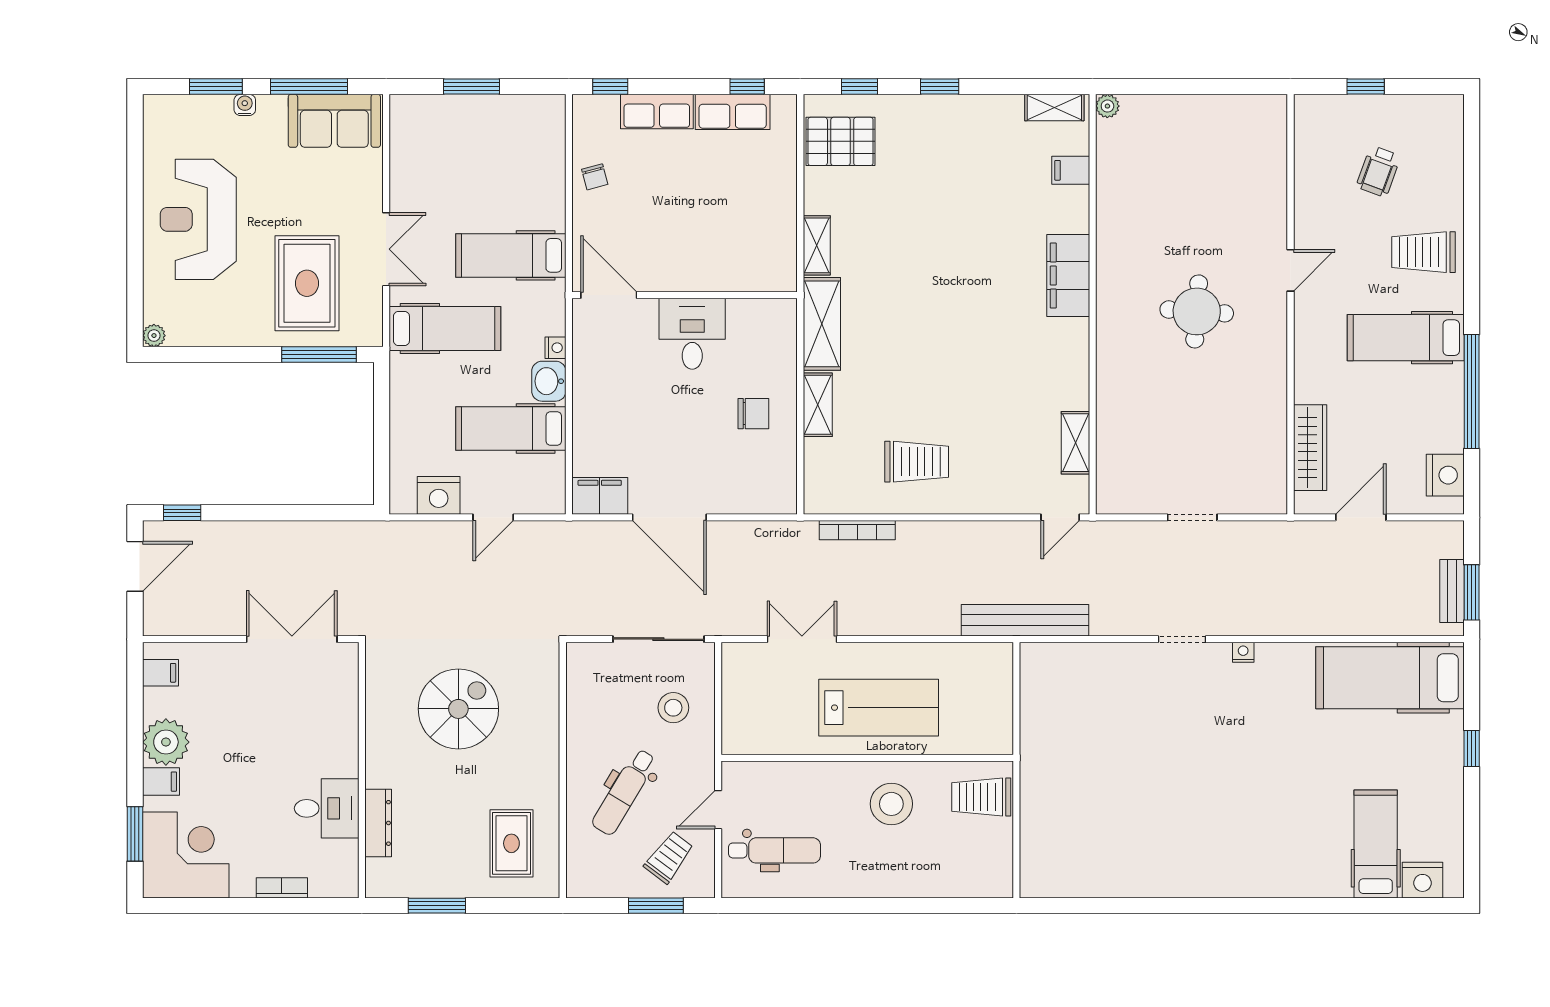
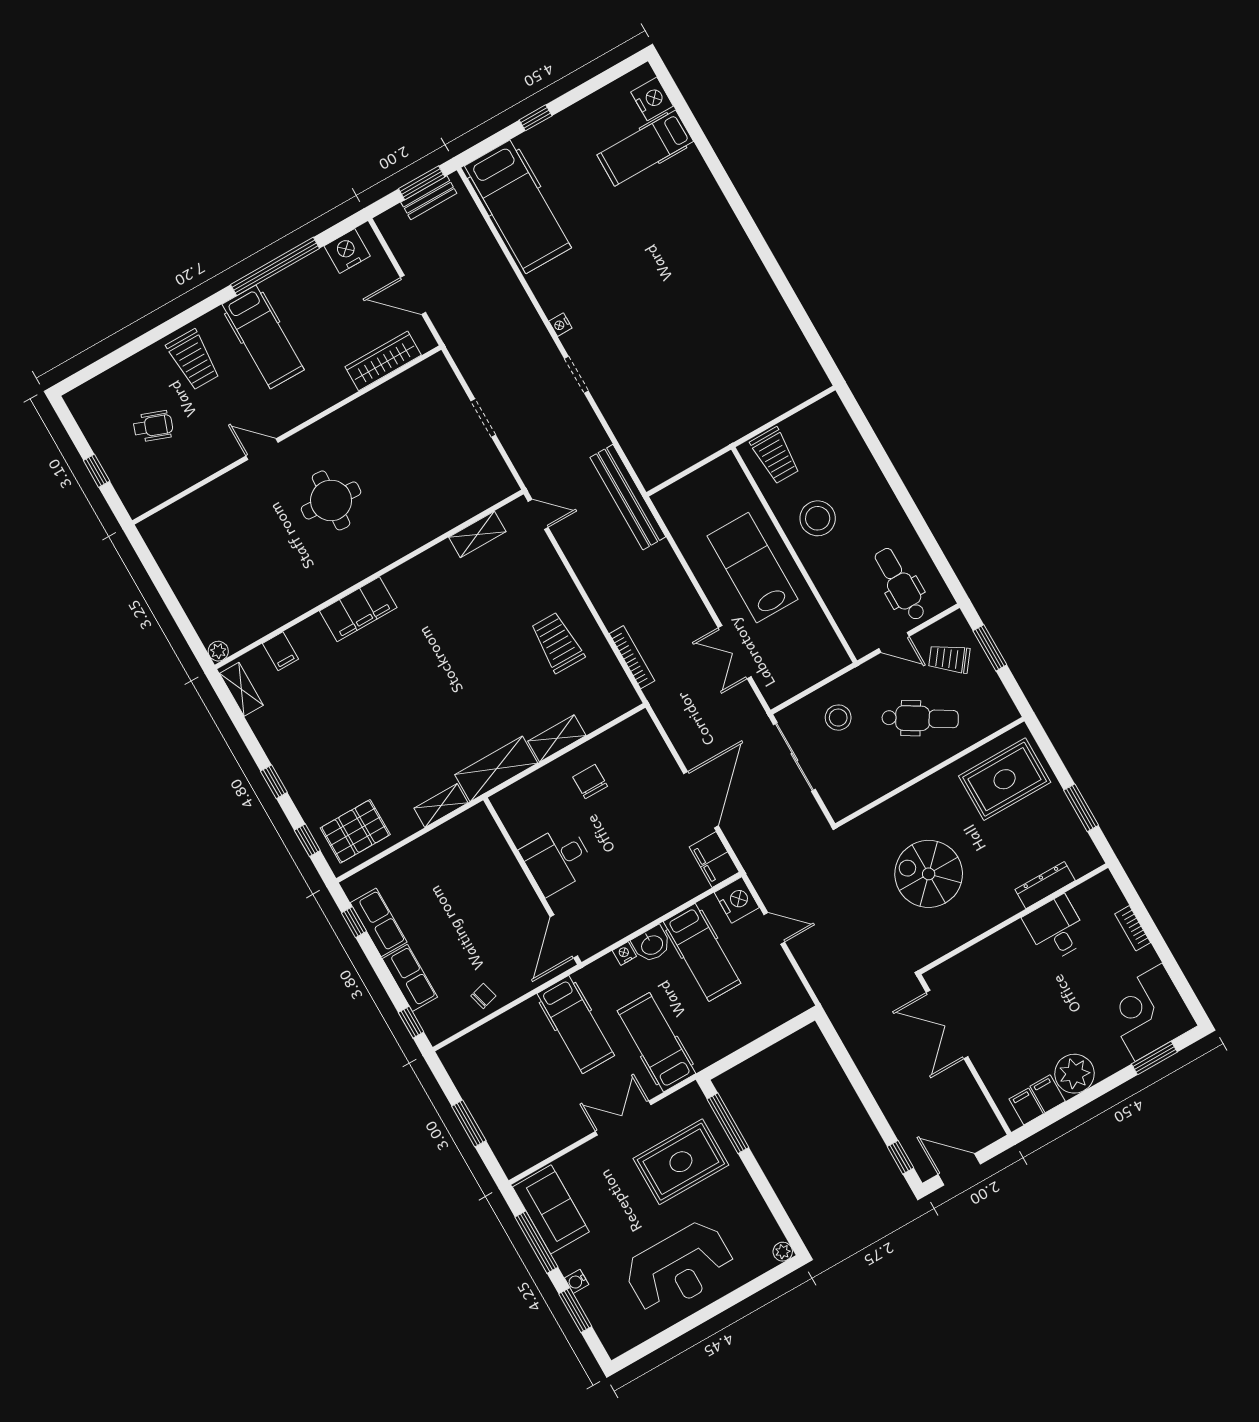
pallet: (841, 141) -> (355, 831), turned 90
nightstand: (439, 495) -> (737, 900), moved
filing cabinet: (161, 782) -> (1048, 1094), moved
rug: (511, 843) -> (1005, 779), width x1.36, depth x1.43

